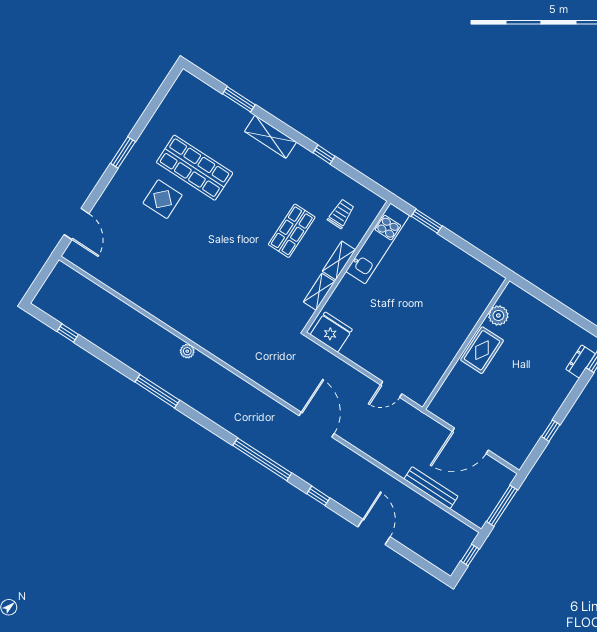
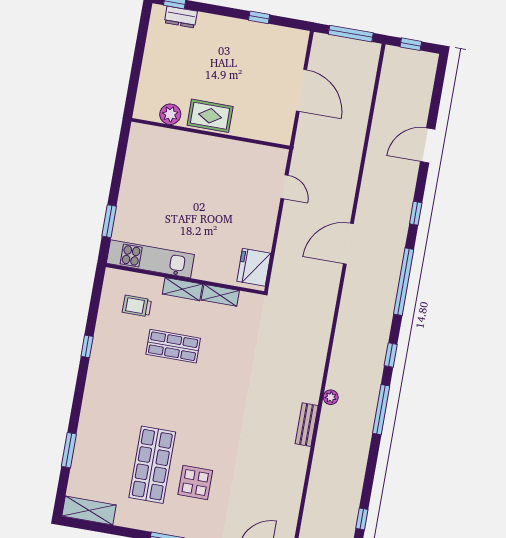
shelving: (270, 137) -> (89, 511), moved, turned 90
window: (202, 420) -> (391, 355), added
bench: (431, 488) -> (307, 425), moved, width x0.73

